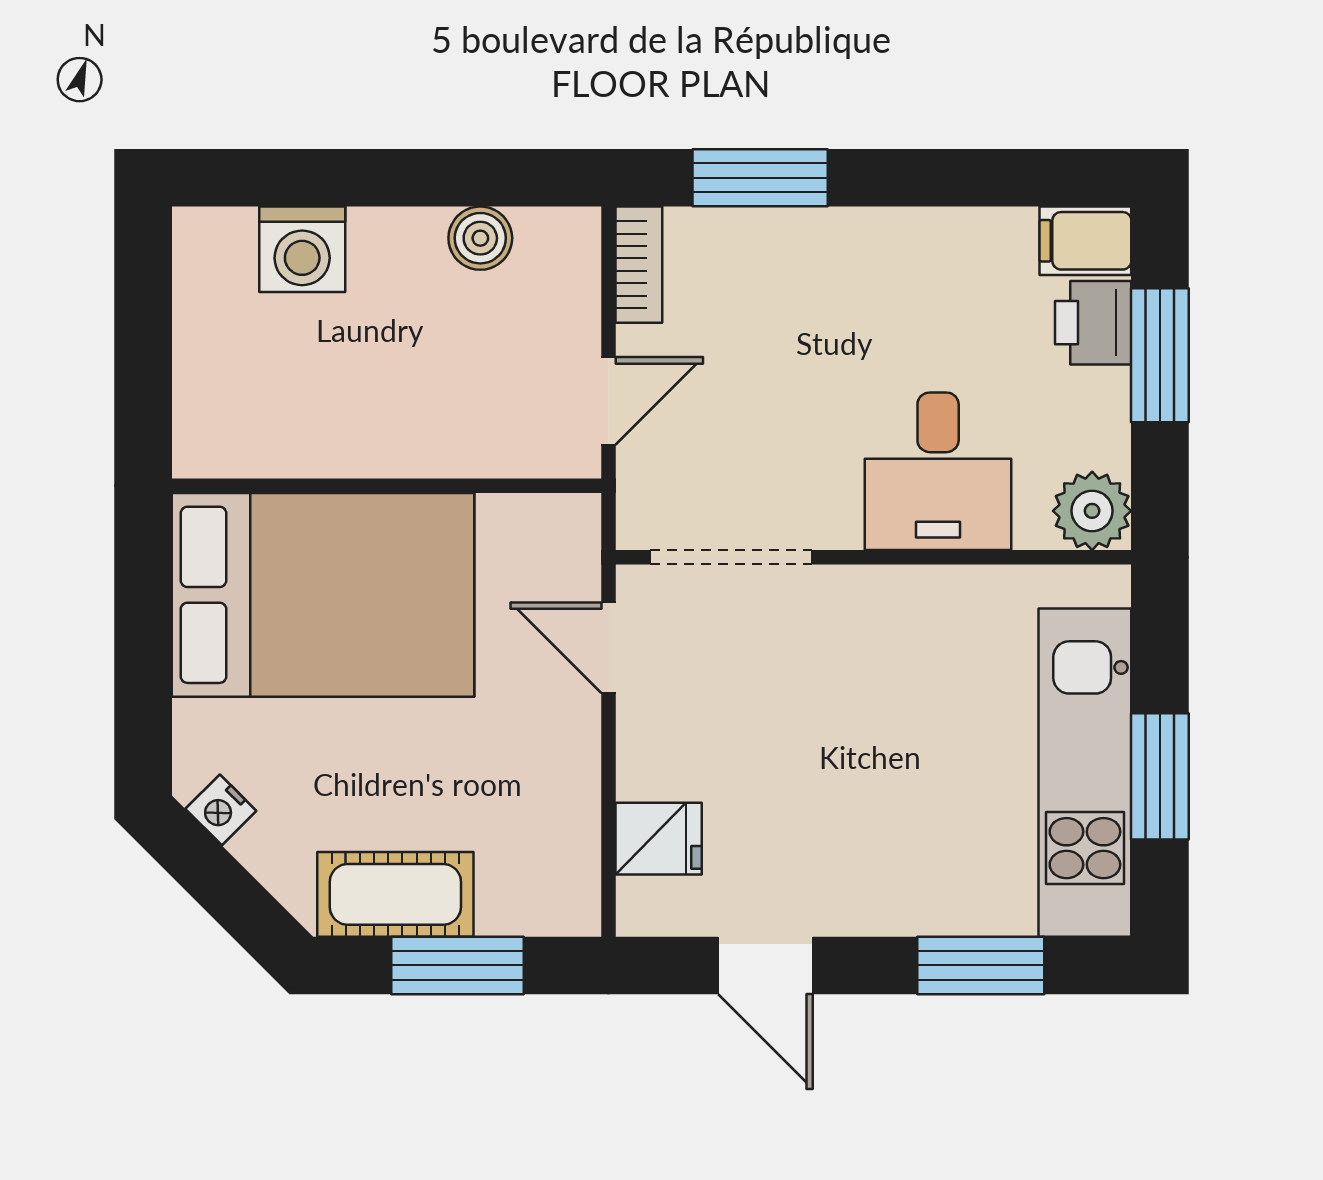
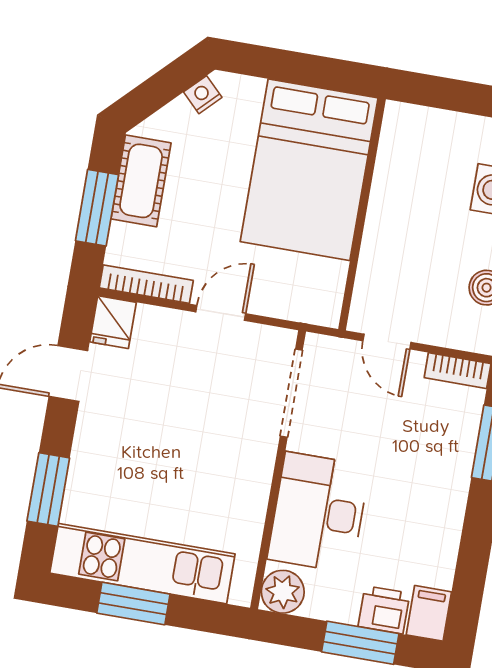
desk: (938, 471) -> (318, 512), width x1.37
door: (609, 648) -> (221, 313), moved
fridge: (659, 839) -> (113, 322), moved
bookcase: (580, 853) -> (146, 284), added

